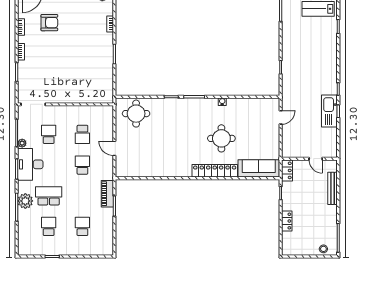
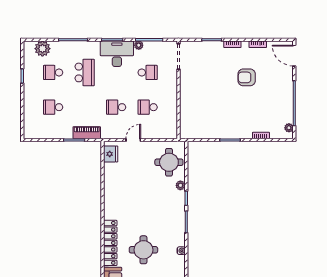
armchair: (49, 23) -> (247, 77), moved, turned 90
plant: (159, 102) -> (180, 185), added
school desk: (82, 165) -> (116, 107), turned 180
fridge: (128, 170) -> (111, 154), added
plant: (25, 201) -> (42, 49), moved
school desk: (49, 226) -> (53, 72), turned 180
school desk: (82, 226) -> (53, 107), turned 180

